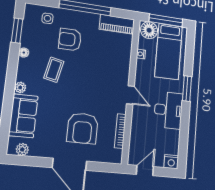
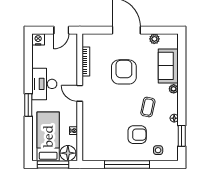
piano: (117, 24) -> (98, 154), removed
armchair: (83, 128) -> (124, 72), moved
plant: (22, 149) -> (154, 39), moved

